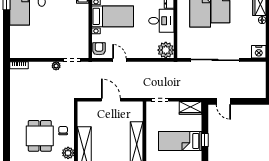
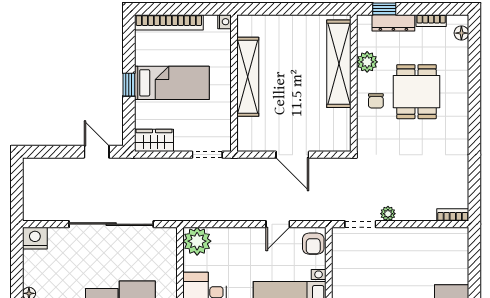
door: (119, 60) -> (278, 224), hinge flipped

